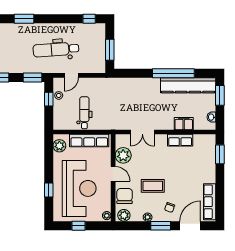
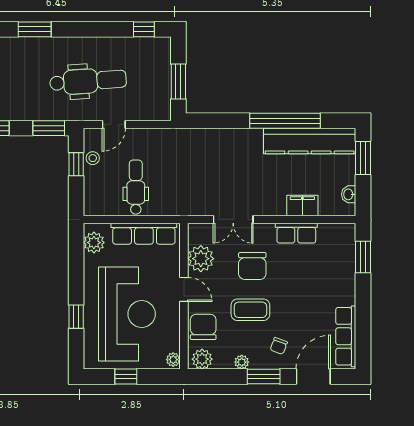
dental chair: (56, 49) -> (88, 81), turned 180
chair: (154, 160) -> (252, 266), added

